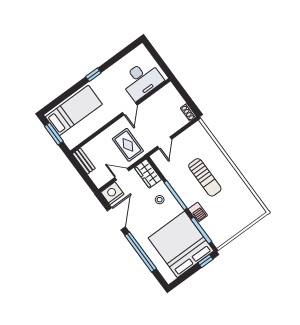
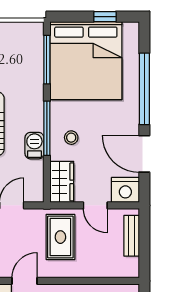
bench: (84, 161) -> (132, 236), moved
barbecue: (198, 212) -> (34, 146), moved
door: (116, 219) -> (144, 154), hinge flipped
window: (206, 261) -> (105, 17), moved

